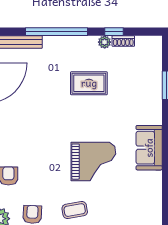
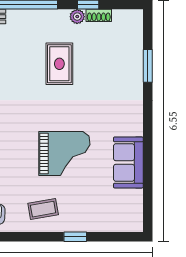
rug: (89, 83) -> (59, 64), turned 90
sofa: (149, 148) -> (128, 162), moved

